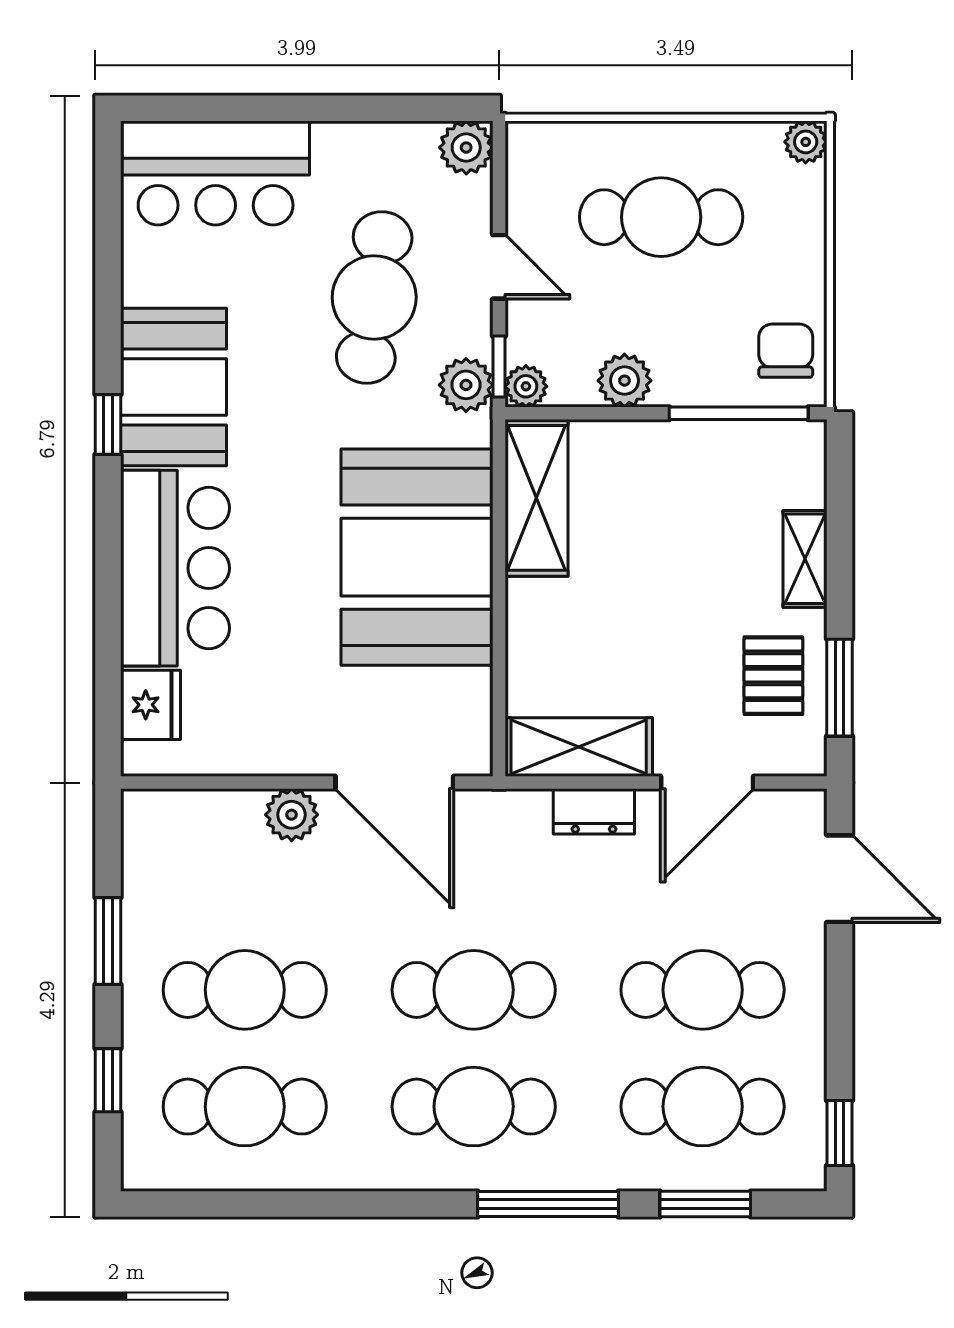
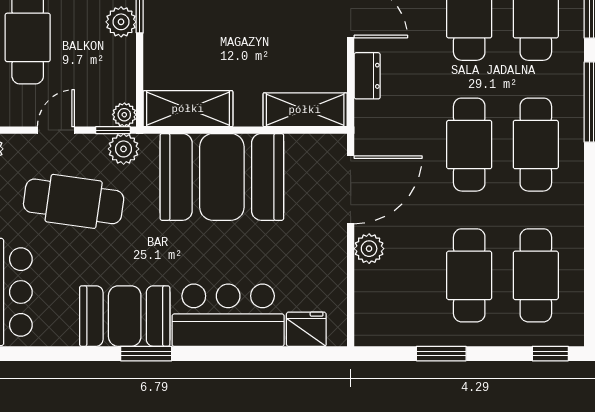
plant: (624, 381) -> (121, 22), moved
window: (108, 424) -> (146, 354), width x1.50
shelving: (579, 747) -> (305, 110), moved, turned 90
window: (108, 1080) -> (550, 354), moved

